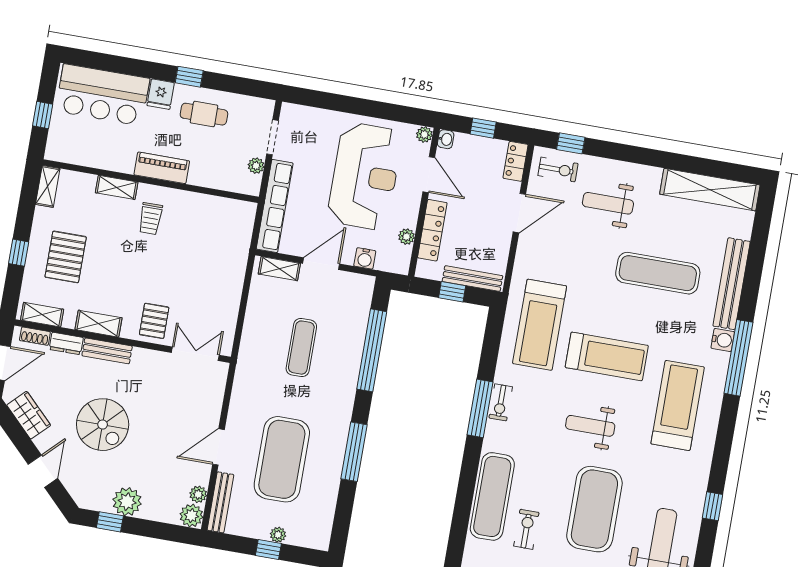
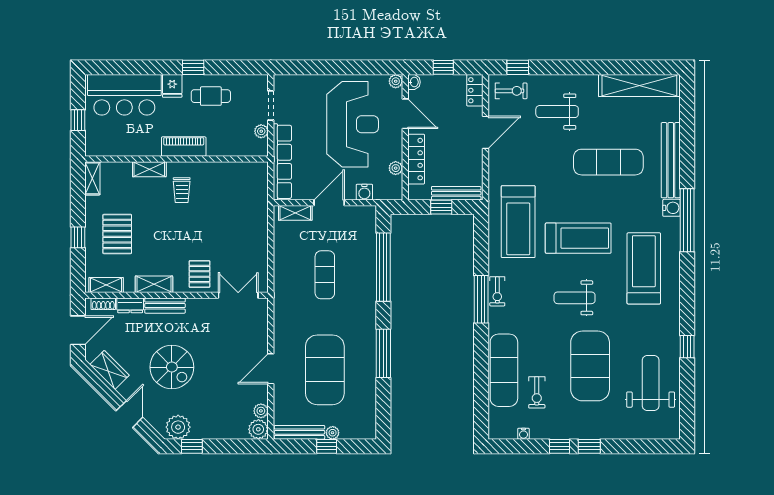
plant: (127, 502) -> (178, 427), moved
bench: (220, 502) -> (300, 432), moved, turned 90
exercise bike: (526, 529) -> (537, 392), turned 180

